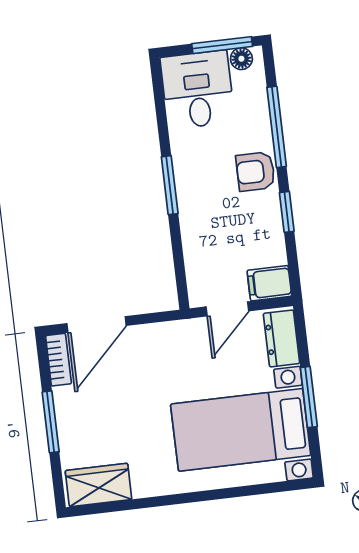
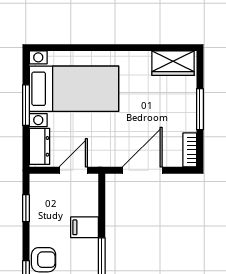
window: (287, 212) -> (26, 208), moved
filing cabinet: (269, 283) -> (85, 227), moved, turned 180
door: (97, 325) -> (142, 170), moved

